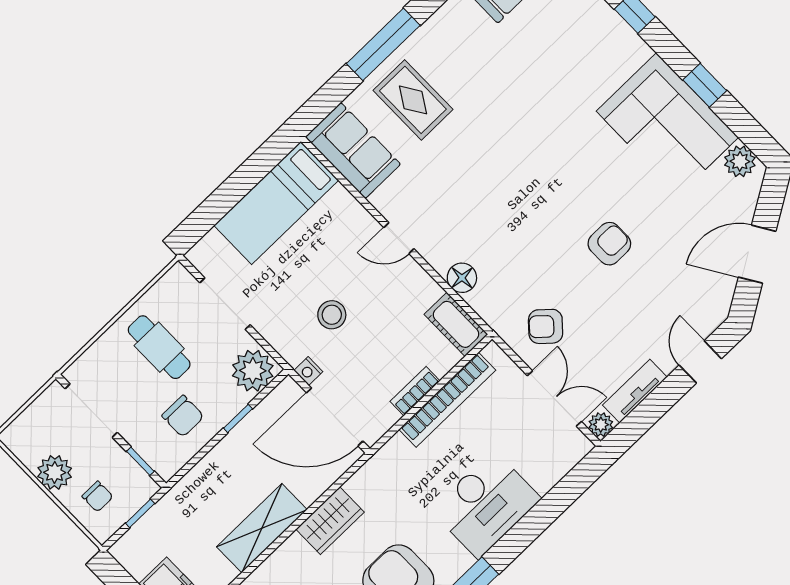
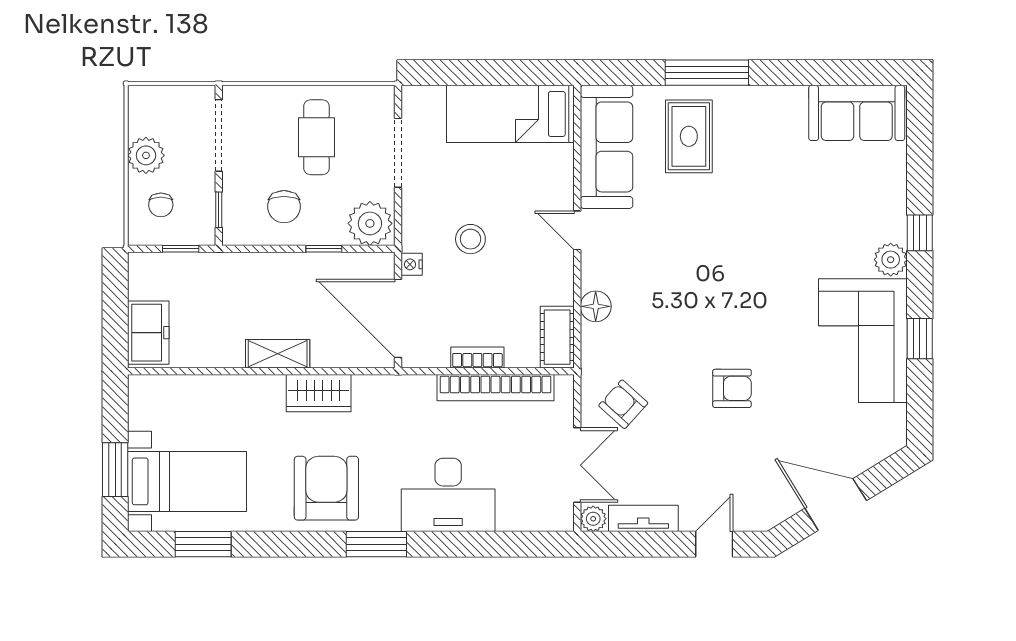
sofa: (353, 151) -> (607, 147), width x1.36
plant: (740, 161) -> (891, 260), moved
shelving: (262, 528) -> (278, 354), width x0.67, depth x0.75

